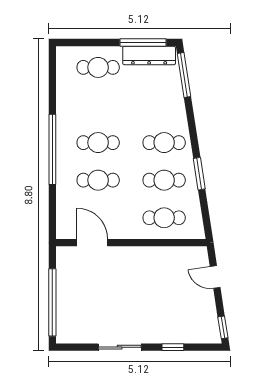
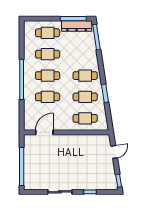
cafe table: (98, 105) -> (48, 54), added
door: (92, 243) -> (44, 132), hinge flipped
door: (215, 277) -> (114, 152), swing flipped

